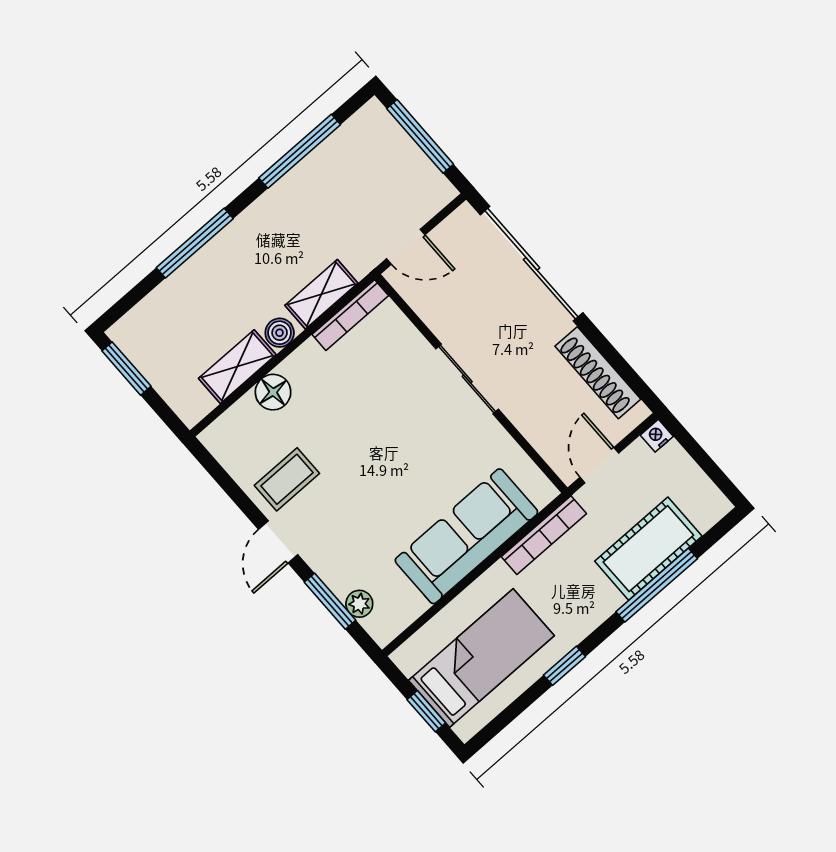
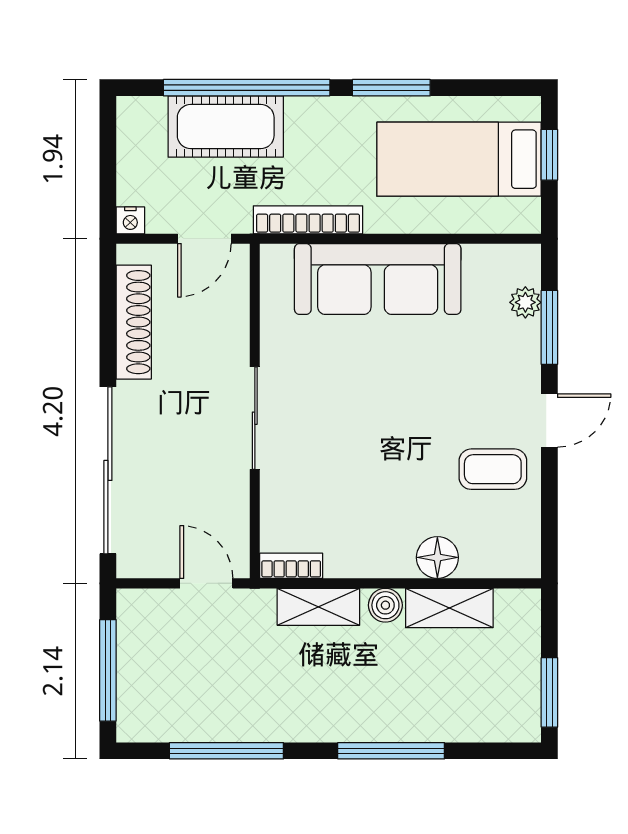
bookcase: (350, 315) -> (291, 566), width x0.64
window: (657, 585) -> (247, 88), width x1.46
window: (564, 666) -> (391, 88), width x1.50

